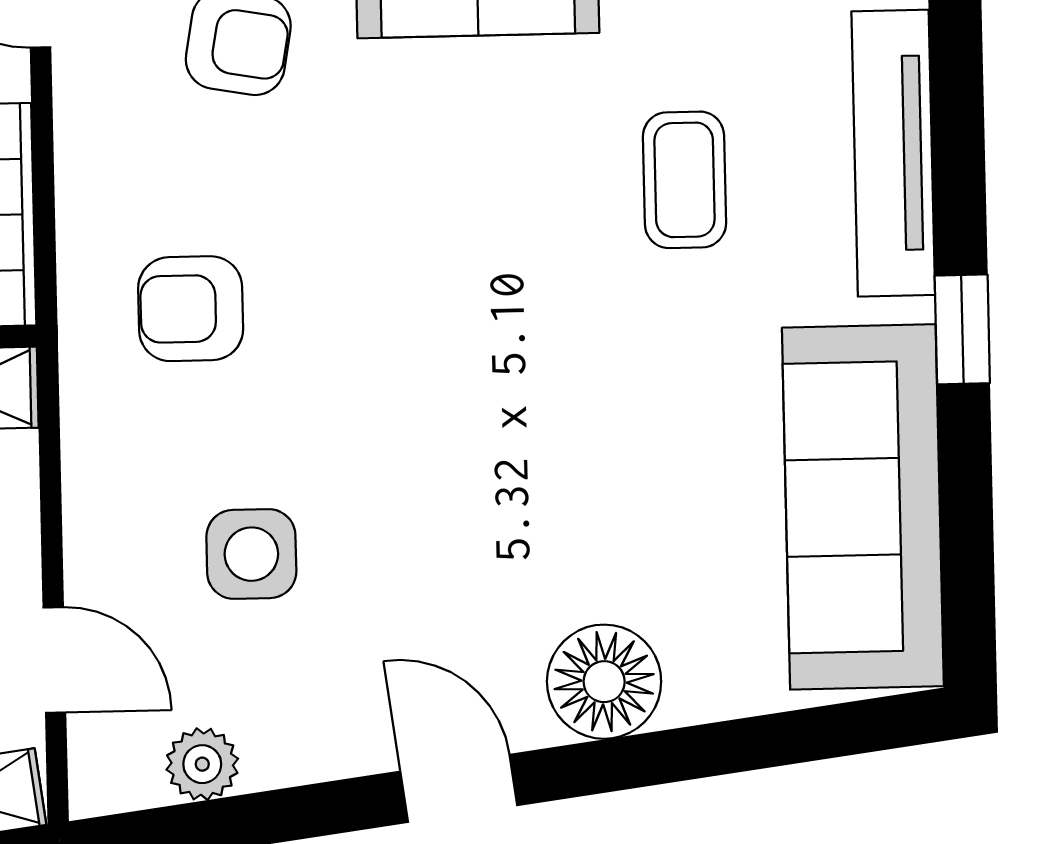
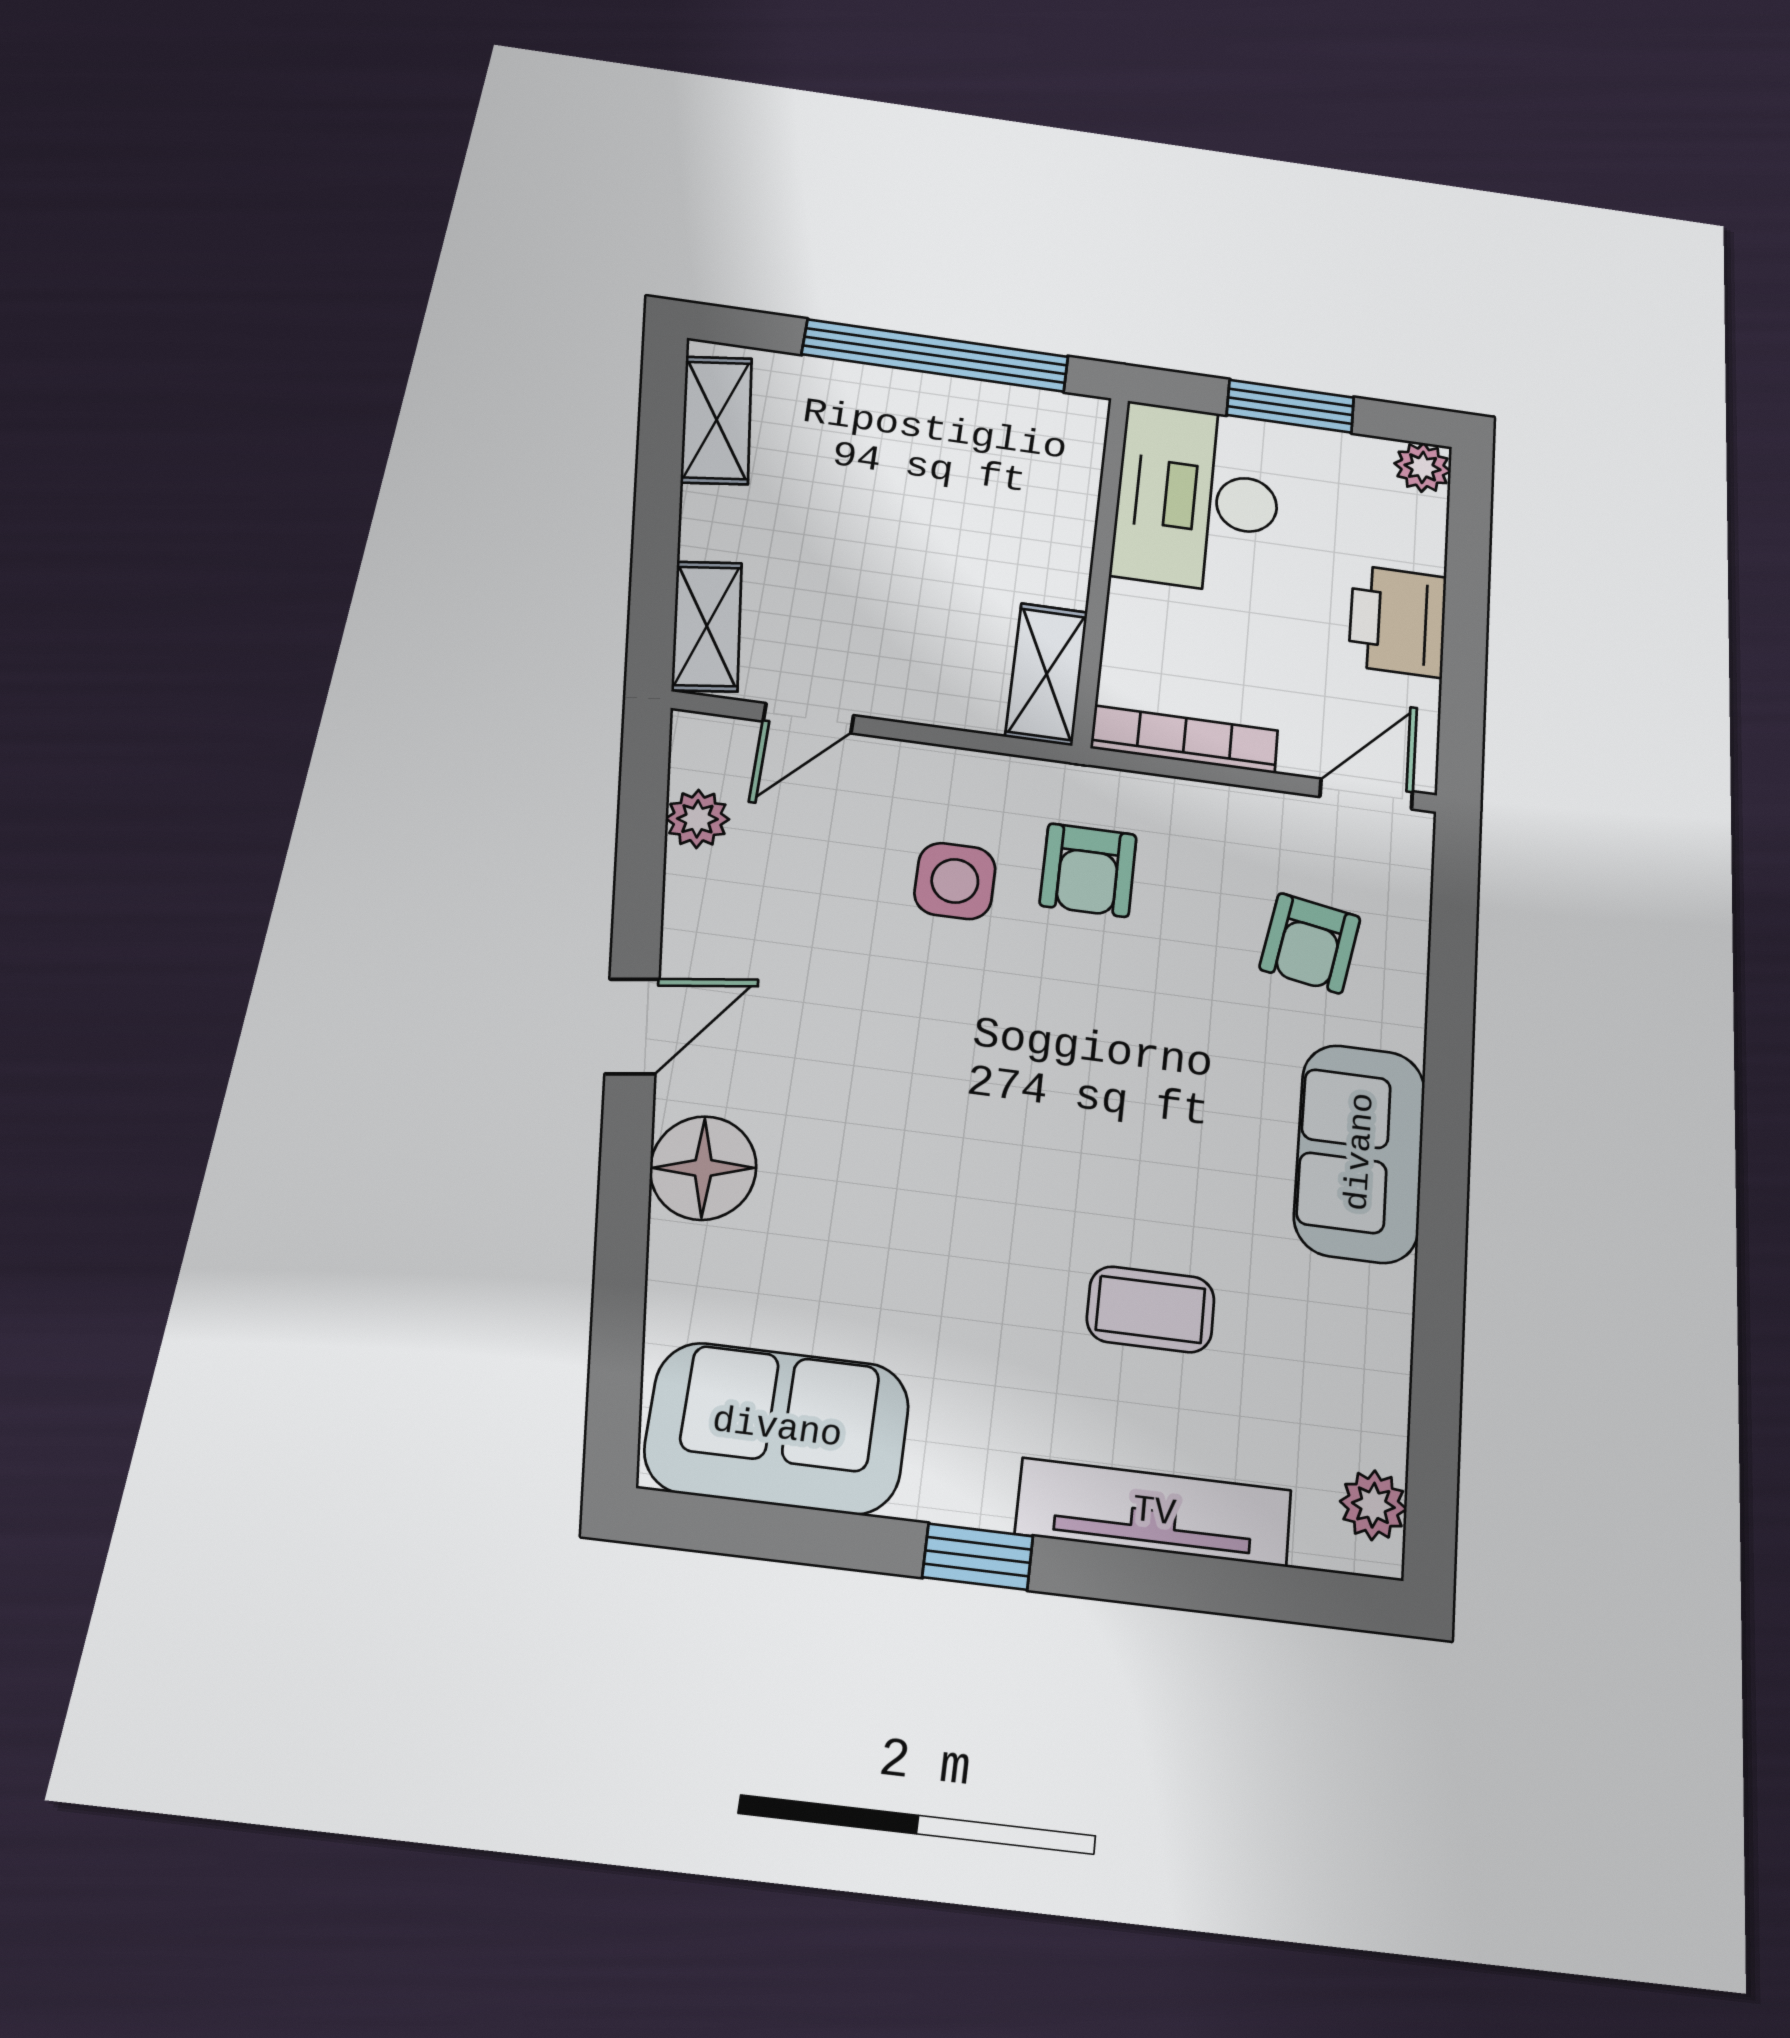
armchair: (191, 309) -> (1088, 870), turned 180
sofa: (863, 507) -> (777, 1428), width x0.73
side table: (251, 554) -> (955, 881), moved

